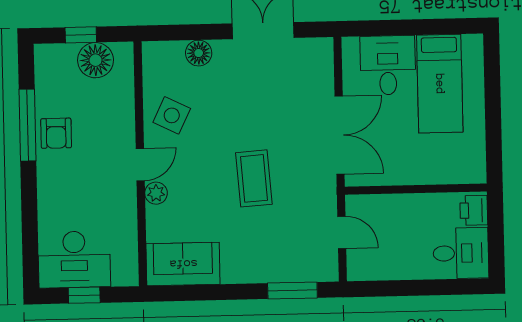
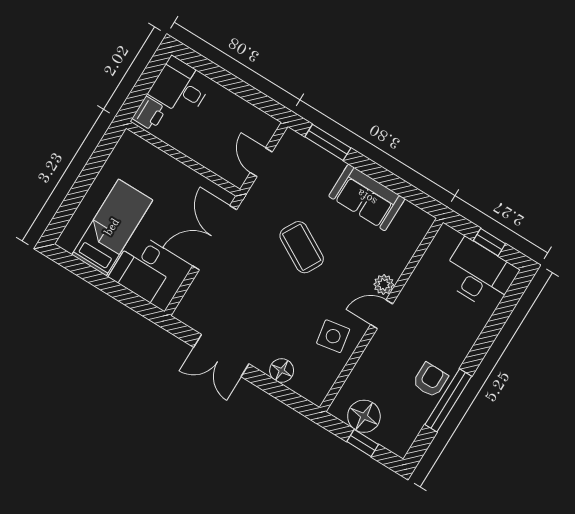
side table: (172, 115) -> (333, 336), turned -36
coffee table: (254, 178) -> (302, 247), turned -57
sofa: (183, 264) -> (367, 197), moved

